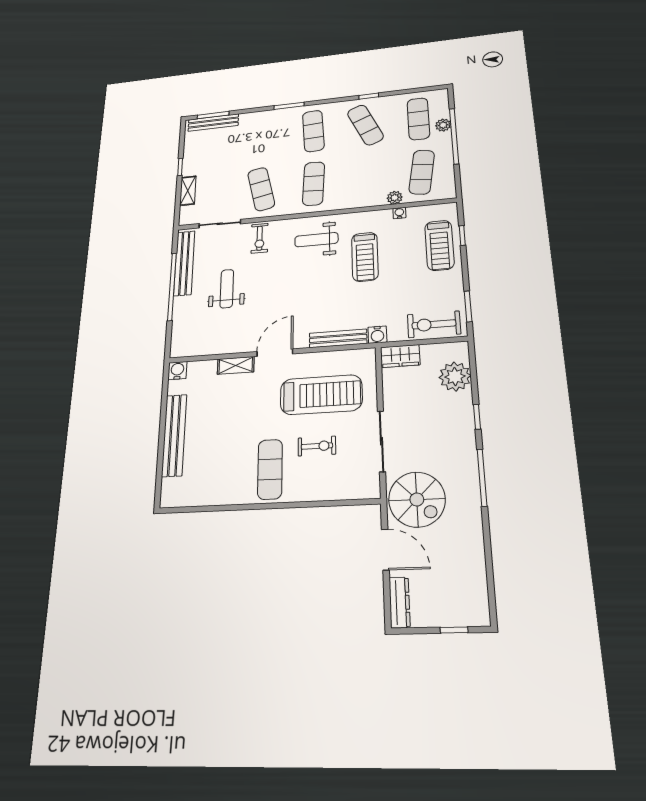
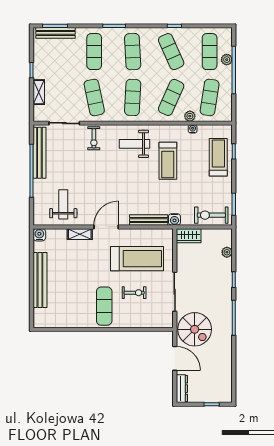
exercise mat: (262, 137) -> (94, 52), added
exercise mat: (367, 178) -> (171, 97), added
treadmill: (439, 245) -> (218, 157), turned 180
weight bench: (227, 289) -> (63, 204), moved
plant: (455, 377) -> (227, 252), width x0.53, depth x0.53

